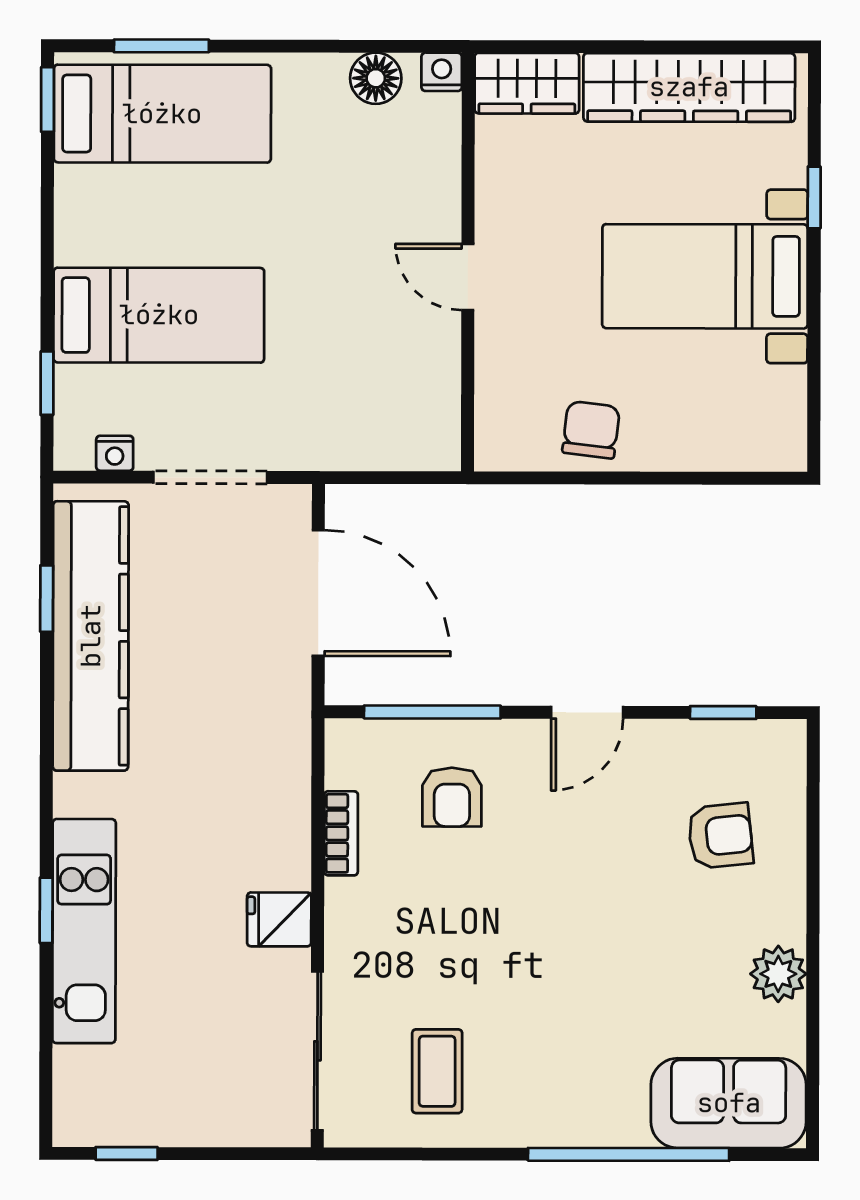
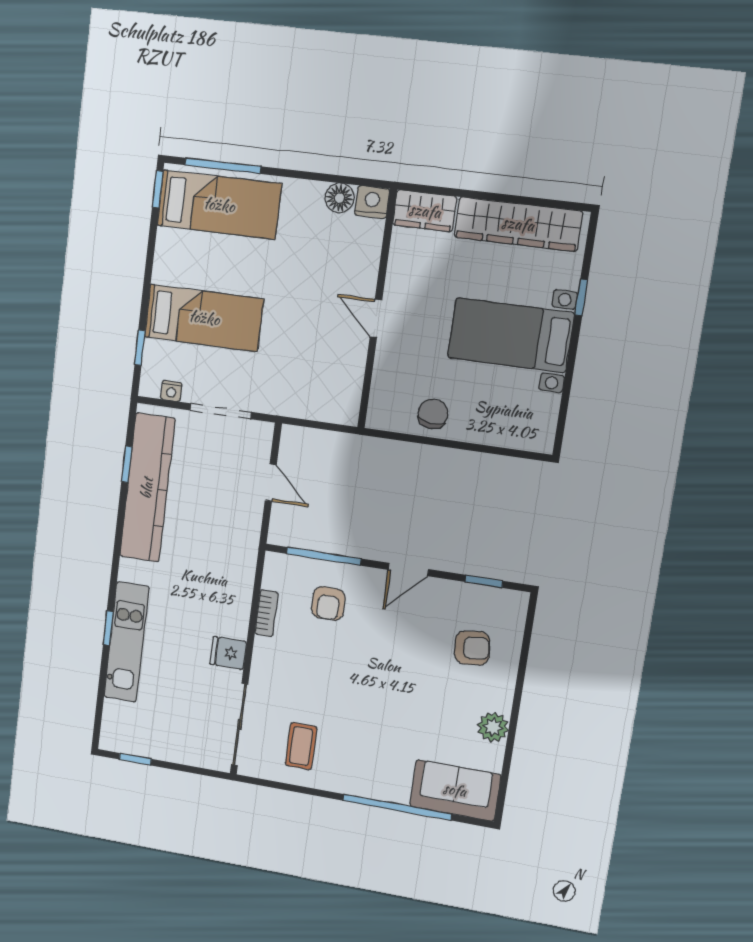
window: (161, 46) -> (223, 166), width x1.44
nightstand: (442, 72) -> (372, 202), width x1.39, depth x1.35
door: (318, 593) -> (271, 483), width x0.53

